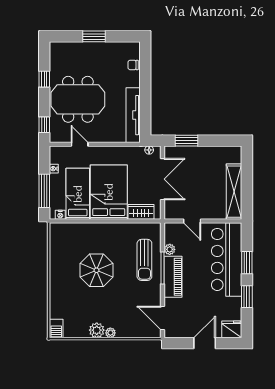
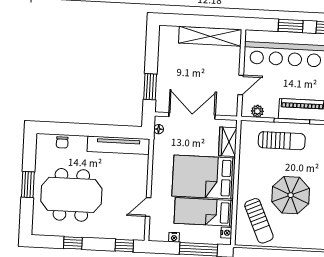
meeting table: (78, 99) -> (71, 195), moved, turned 90
sun lounger: (72, 243) -> (259, 221), added
plant: (170, 249) -> (257, 111), moved

